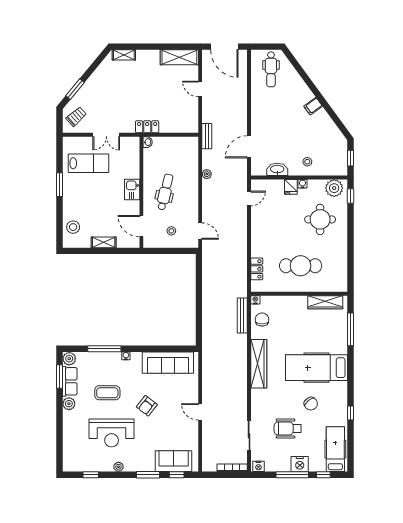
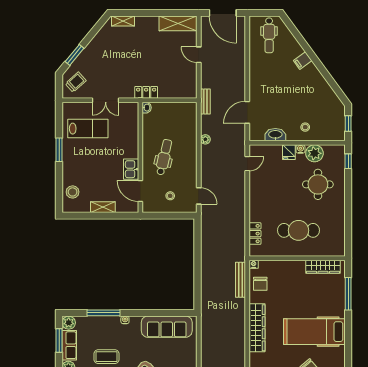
filing cabinet: (313, 106) -> (303, 61), moved
plant: (334, 188) -> (314, 153), moved
kitchen sink: (132, 190) -> (131, 169), moved
chair: (262, 319) -> (260, 284), turned 180

